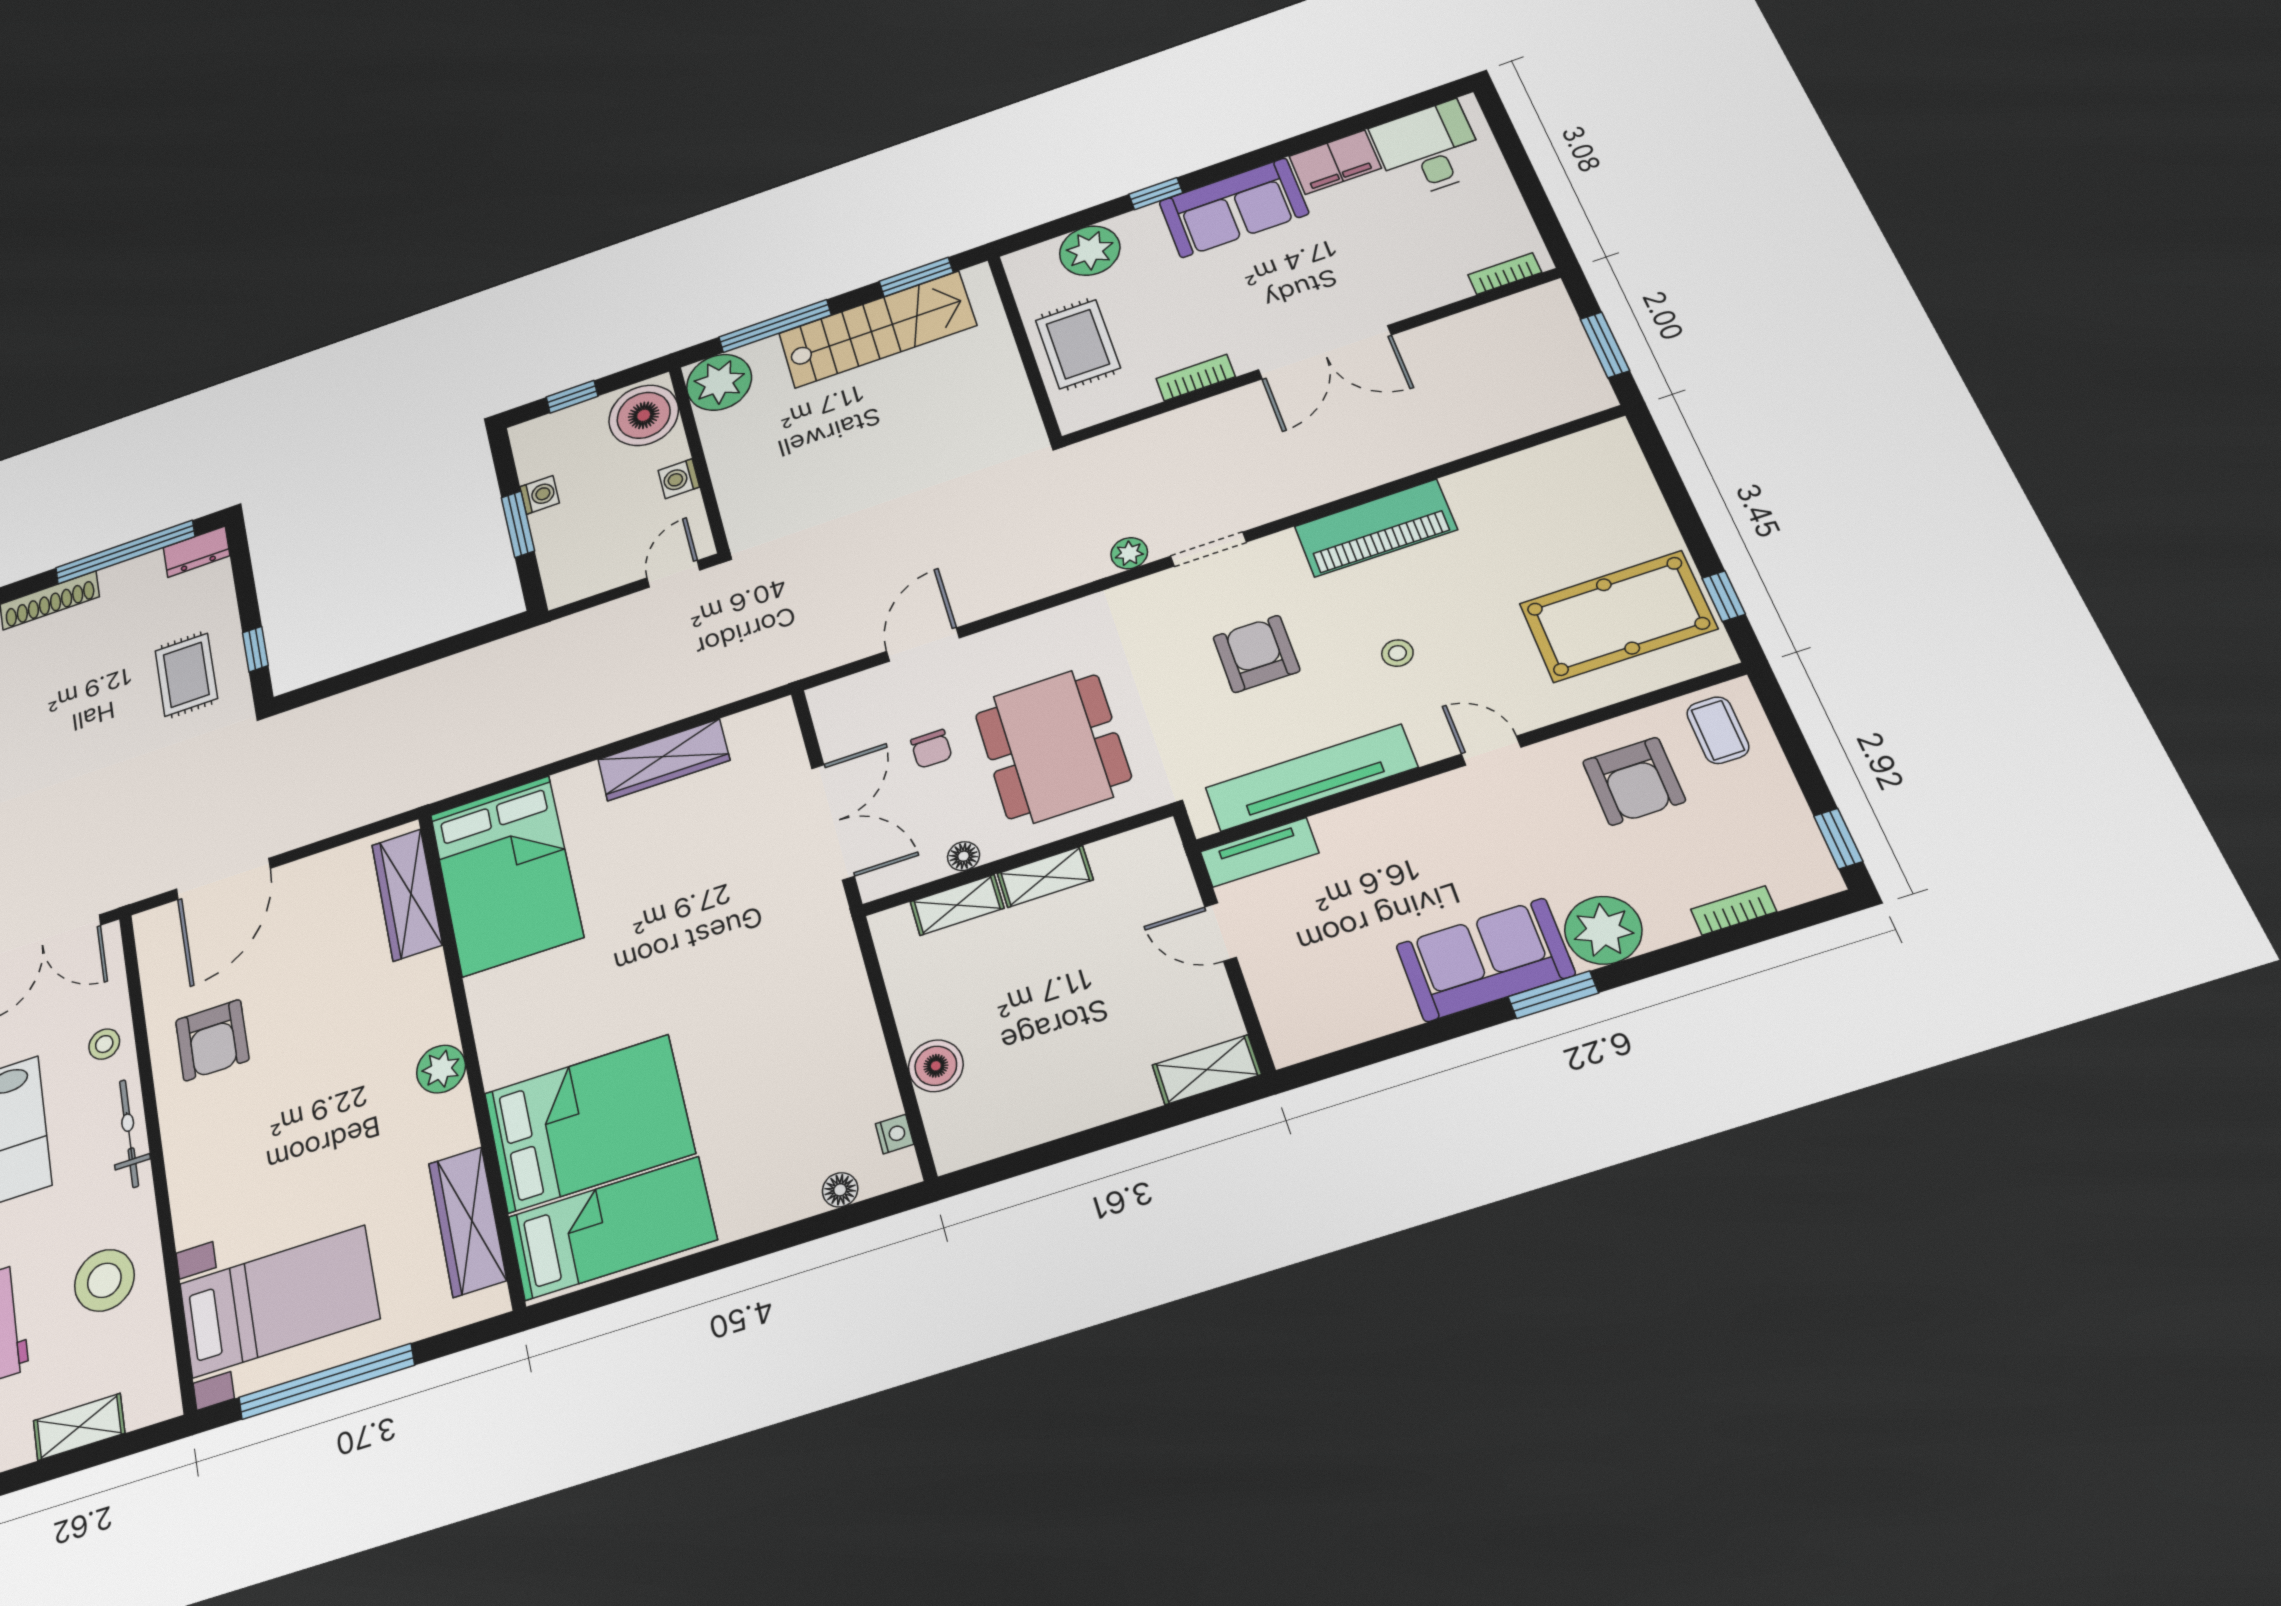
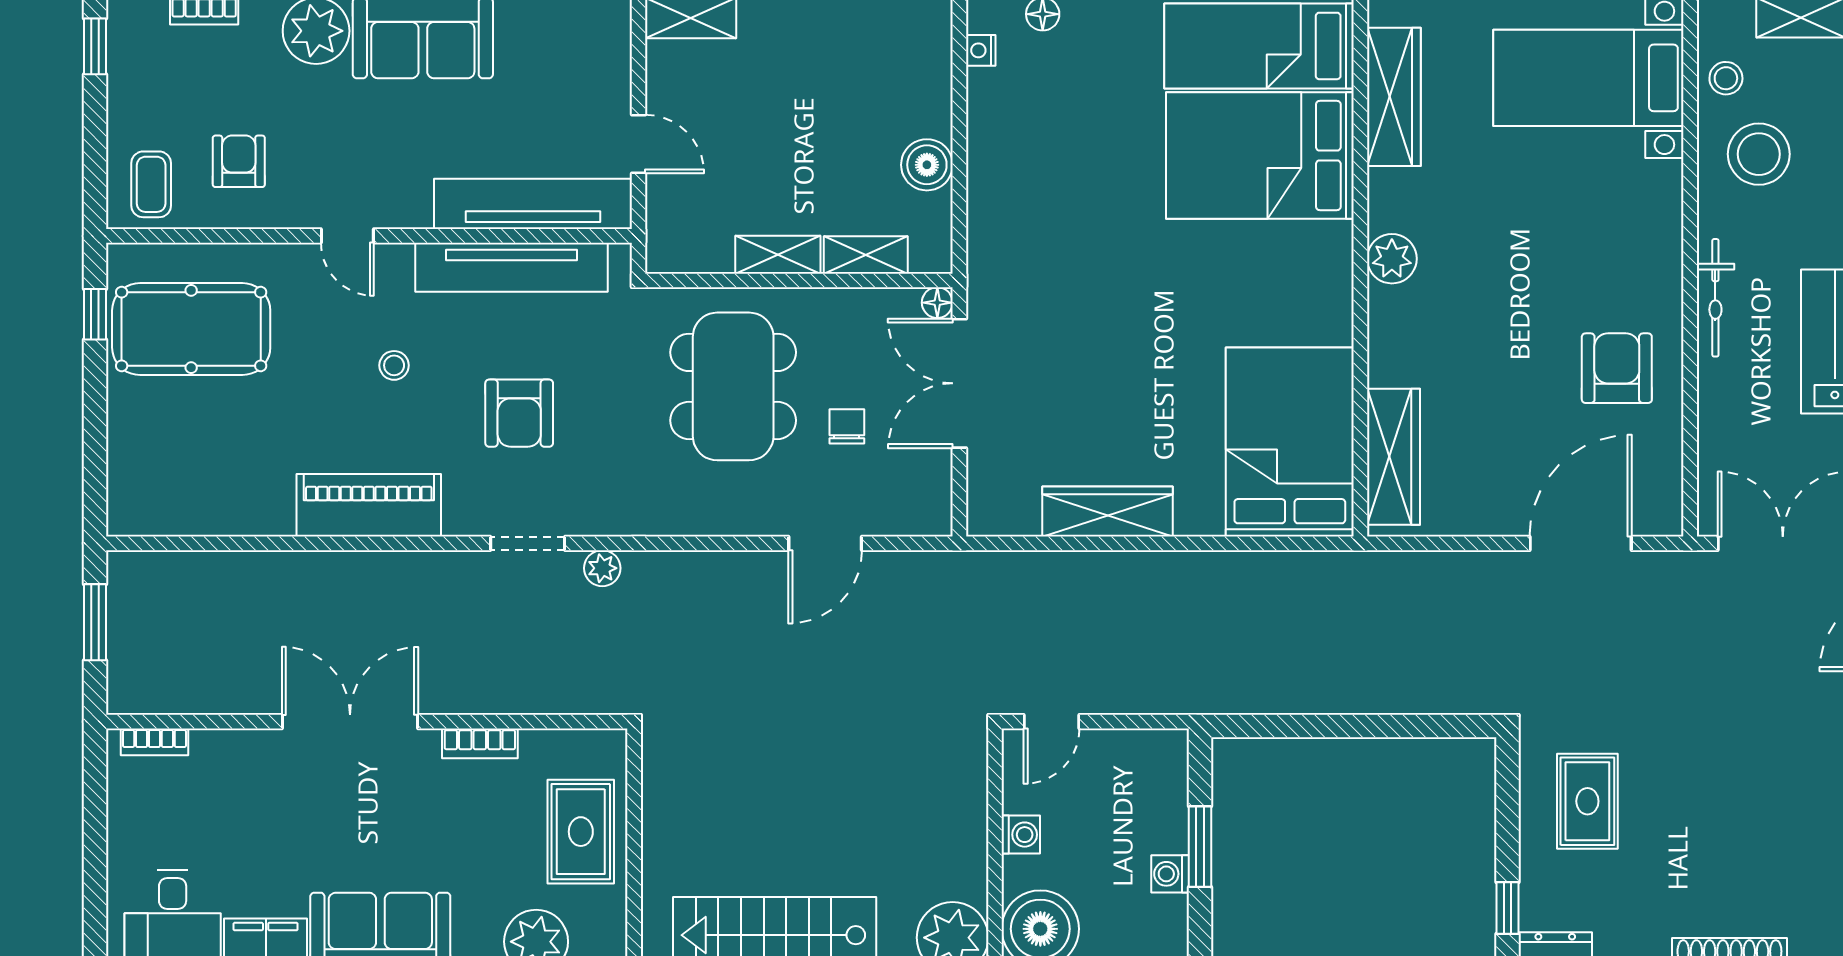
window: (255, 649) -> (1507, 908), moved
armchair: (1634, 781) -> (239, 161), width x0.72, depth x0.72
tv unit: (1260, 852) -> (533, 204), width x1.92, depth x1.29
floor lamp: (964, 856) -> (937, 303), moved
stool: (104, 1044) -> (1726, 78), moved
boiler: (936, 1066) -> (927, 165), moved

